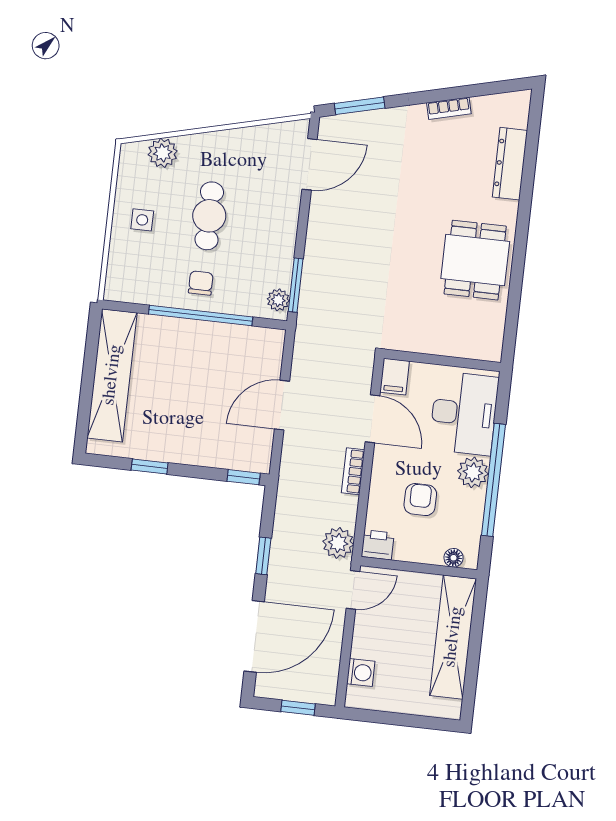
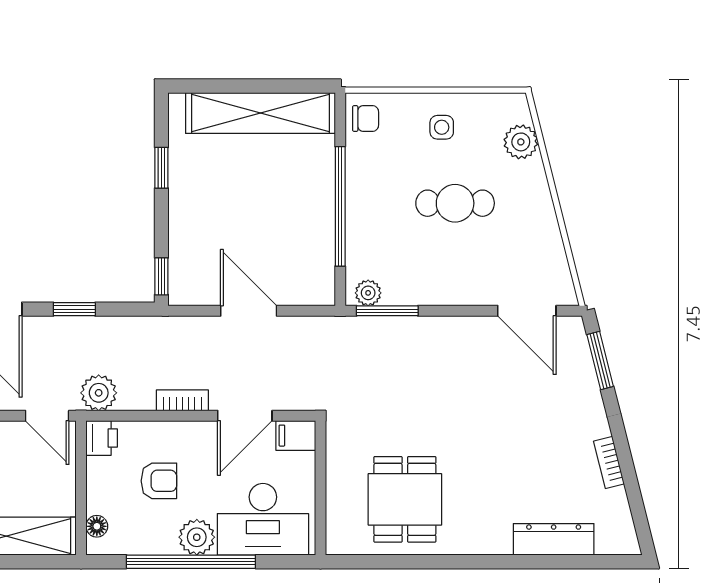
dining table: (475, 260) -> (405, 499), moved, turned 90
chair: (201, 283) -> (366, 118), moved

